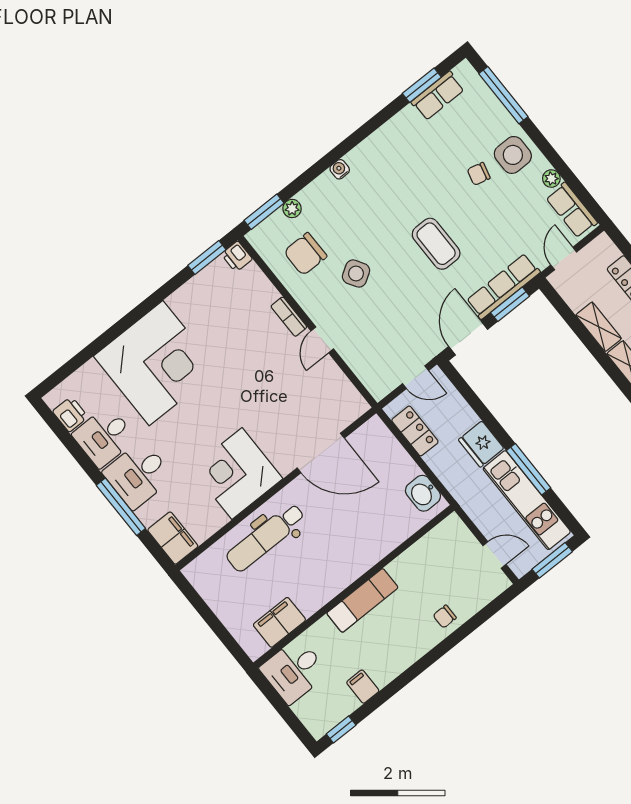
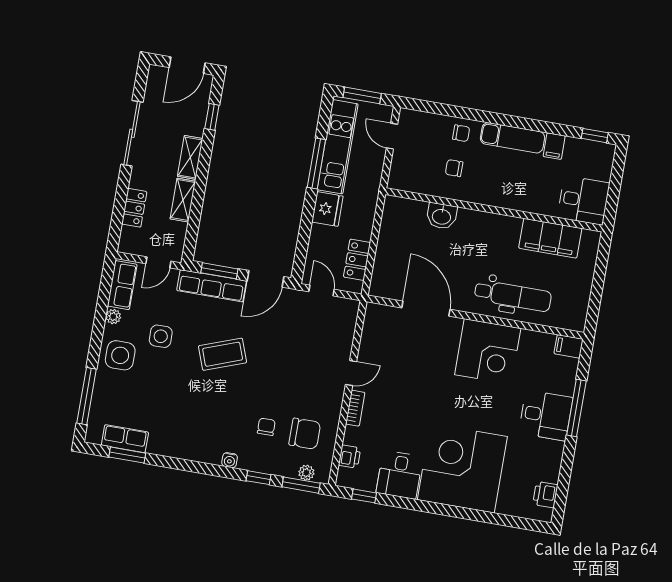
chair: (479, 174) -> (266, 427), moved, turned -104
window: (303, 181) -> (258, 478), added
plant: (292, 209) -> (306, 473), moved
coffee table: (436, 244) -> (223, 354), turned 70
printer: (237, 257) -> (350, 457), moved
window: (207, 258) -> (364, 496), width x0.67
side table: (356, 274) -> (161, 336), moved, turned 31
desk: (104, 437) -> (399, 475), moved, turned 90
washbasin: (423, 493) -> (442, 216), moved, turned 90
filing cabinet: (173, 538) -> (569, 346), width x0.50
chair: (420, 584) -> (454, 168), added
exam couch: (362, 600) -> (512, 138), moved, turned 180
filing cabinet: (279, 622) -> (550, 238), width x1.50, depth x1.17

